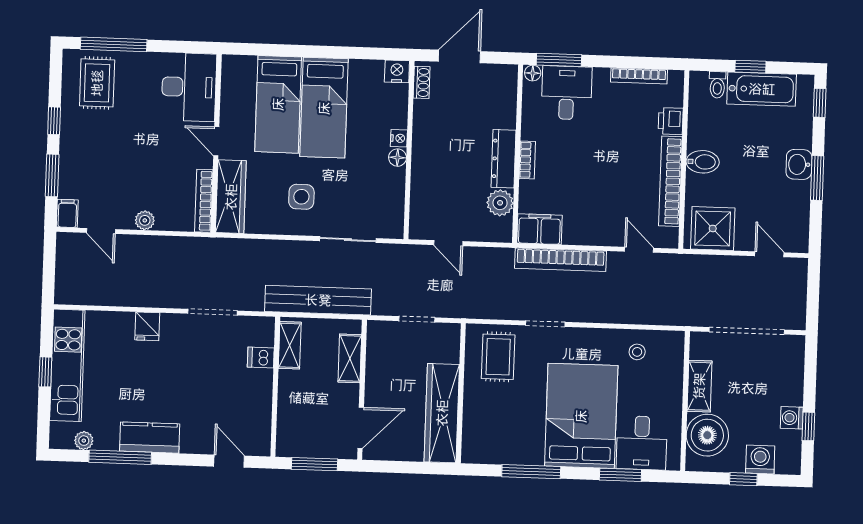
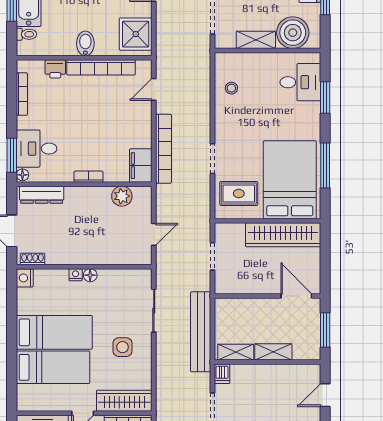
dresser: (504, 159) -> (42, 195), moved
dishwasher: (261, 357) -> (222, 374), moved
shelving: (350, 358) -> (273, 352), moved
bed: (581, 416) -> (290, 180), moved, turned 90

